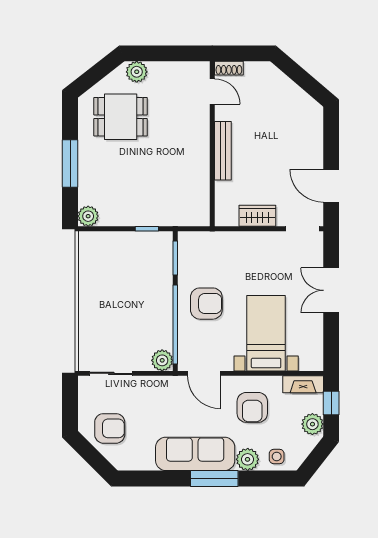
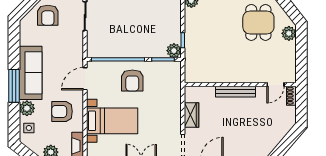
plant: (162, 360) -> (174, 51), moved

